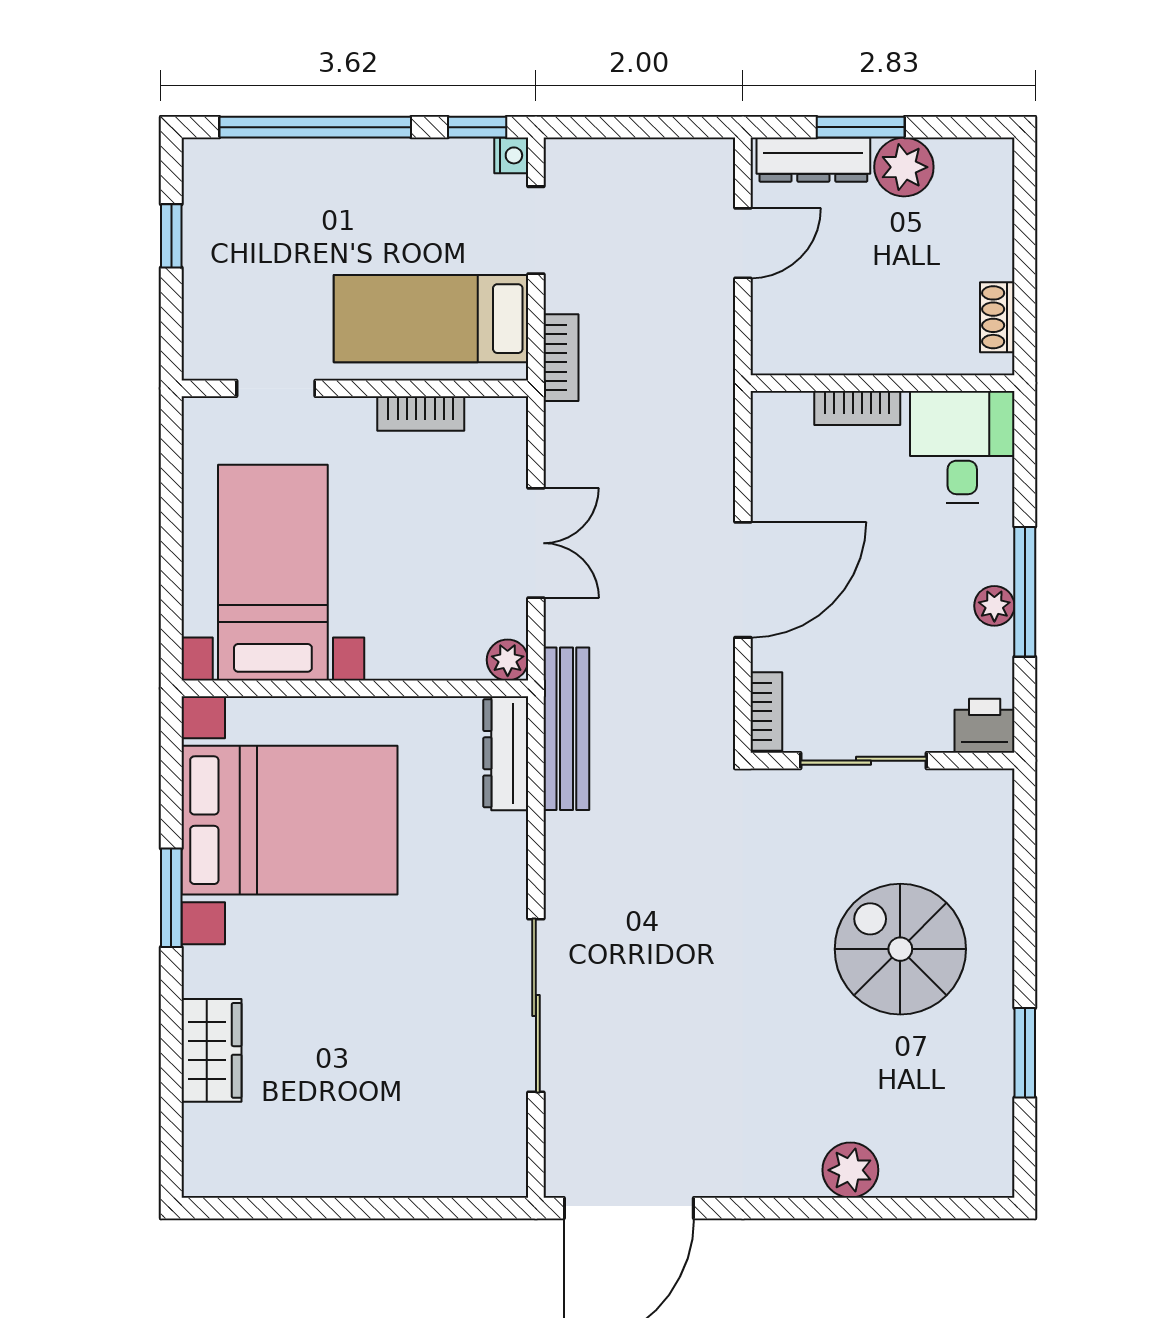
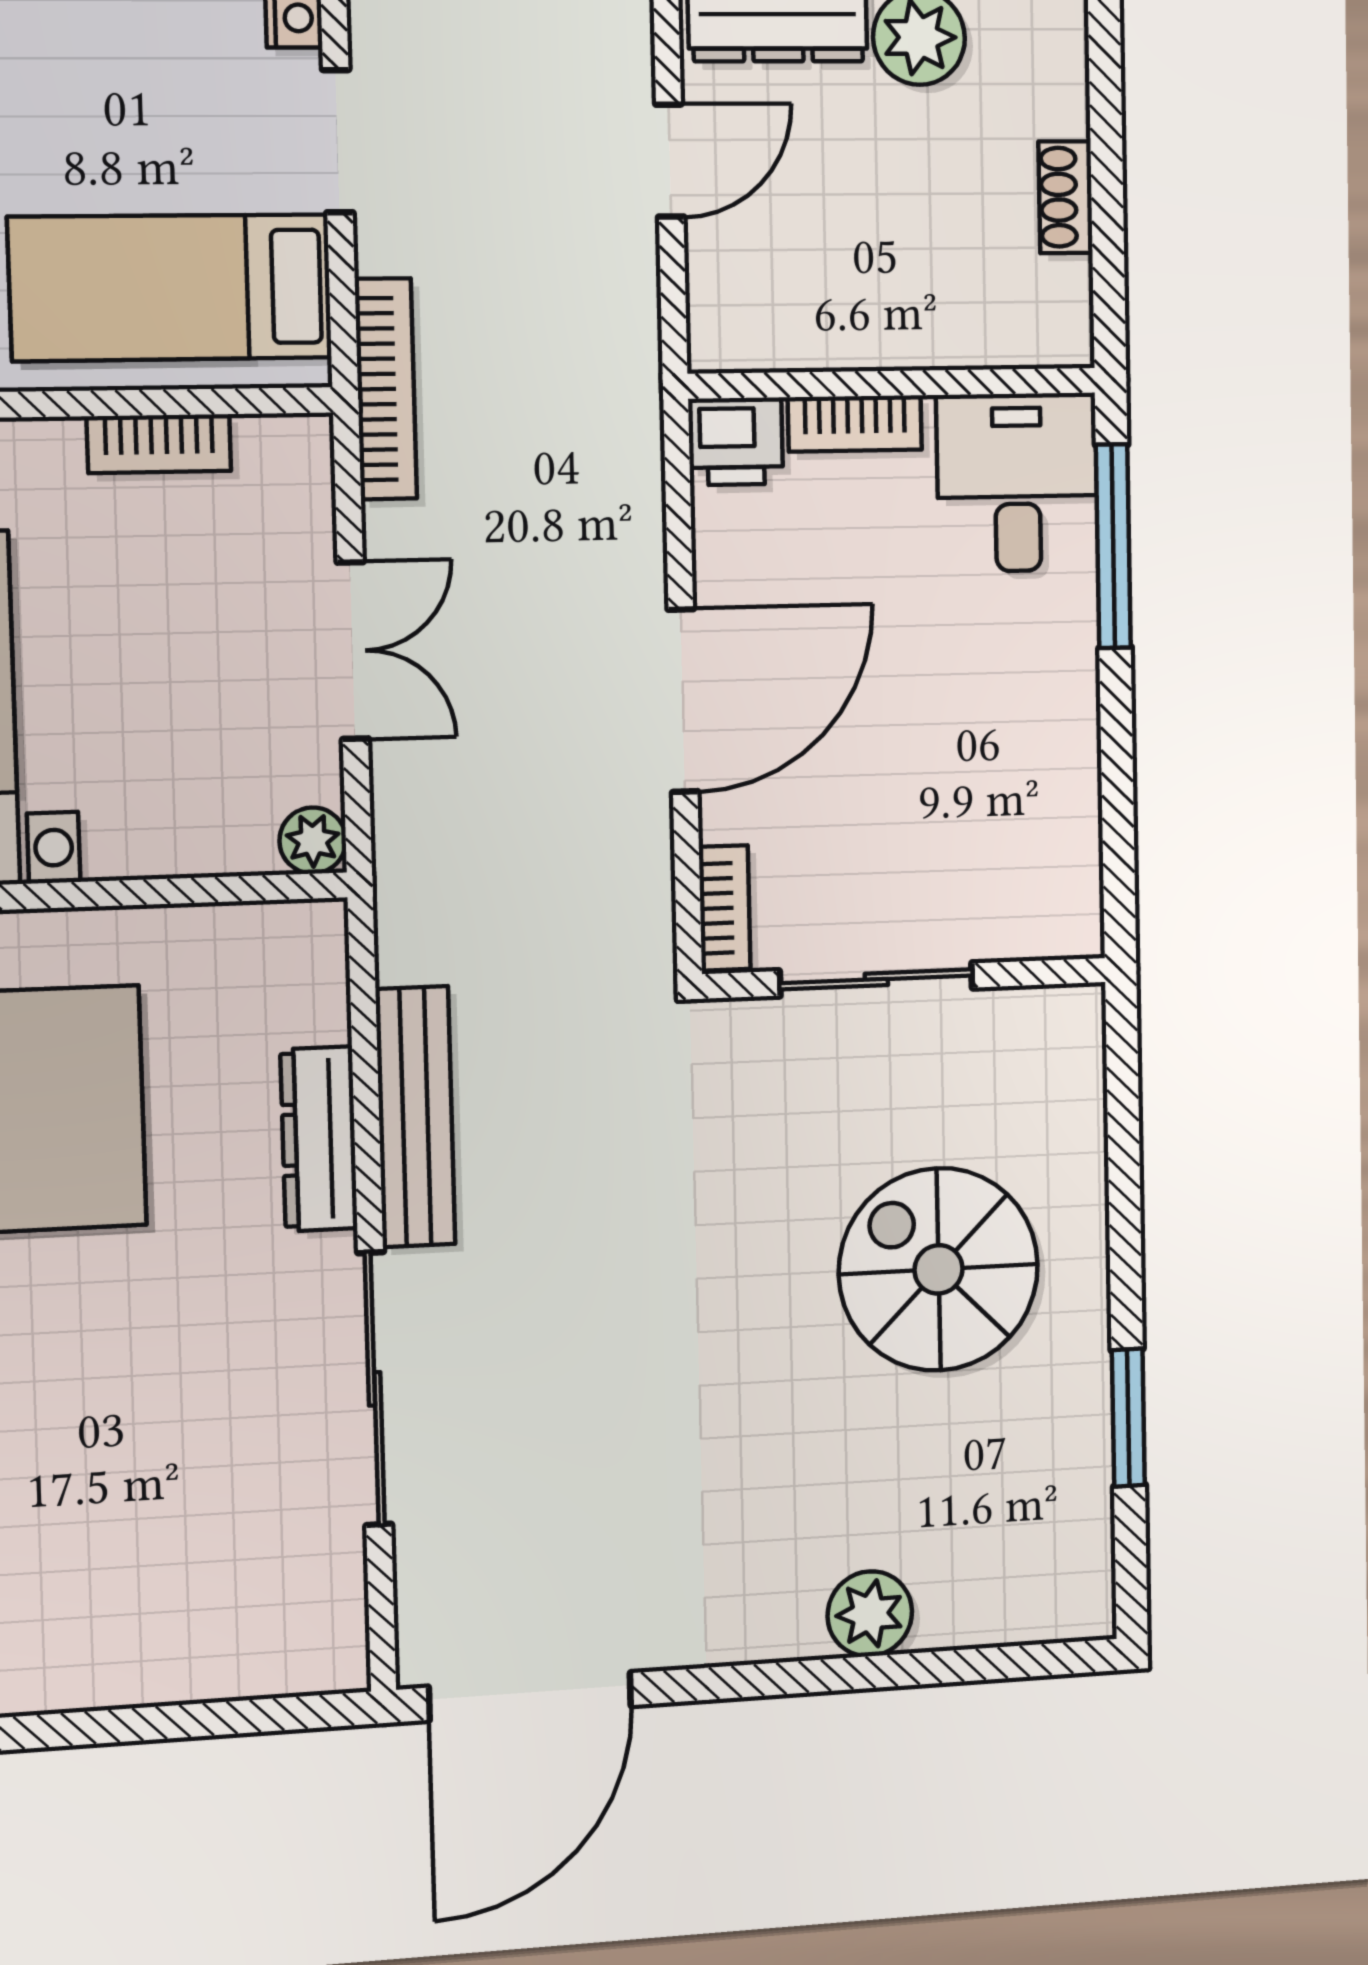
shoe rack: (997, 317) -> (1065, 197), moved
bookcase: (561, 358) -> (386, 389), width x1.56
window: (1025, 592) -> (1113, 546), moved
plant: (994, 606) -> (1071, 730), removed
printer: (985, 726) -> (736, 441), moved, turned 180
bench: (566, 729) -> (415, 1117), moved
dresser: (506, 753) -> (319, 1139), moved

